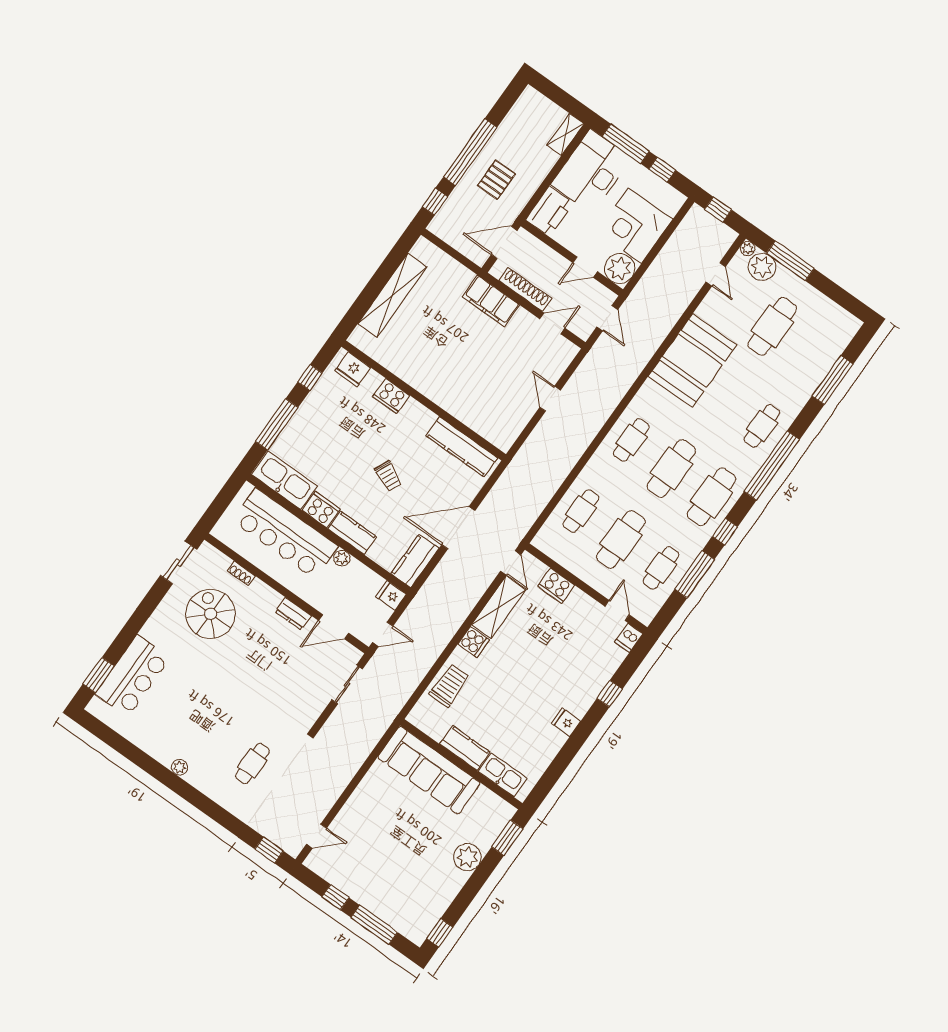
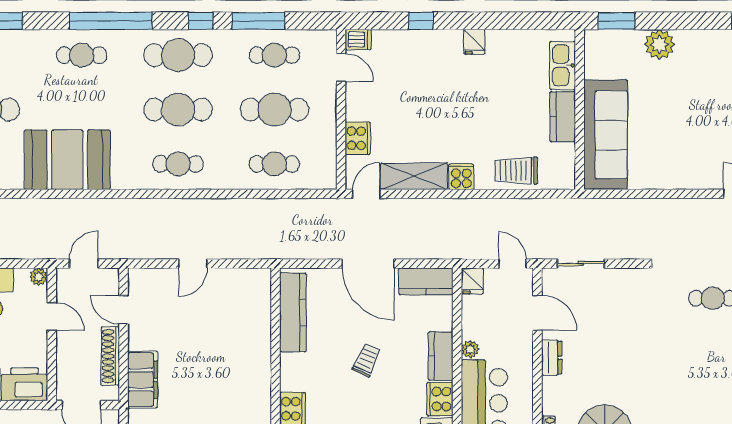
plant: (620, 269) -> (39, 277), width x0.53, depth x0.53
door: (617, 611) -> (341, 67), swing flipped

